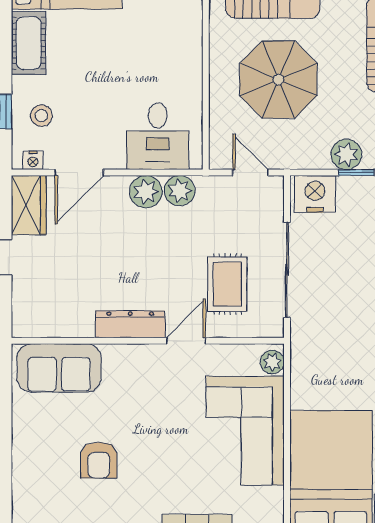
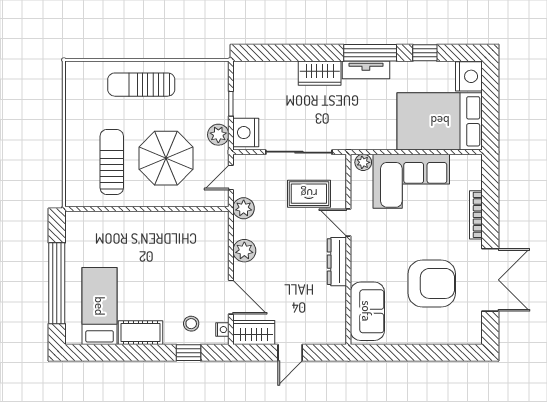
desk: (158, 136) -> (206, 242), removed
plant: (346, 154) -> (218, 135), moved
plant: (180, 191) -> (244, 208), moved
armchair: (99, 460) -> (432, 283), width x1.88, depth x1.88

